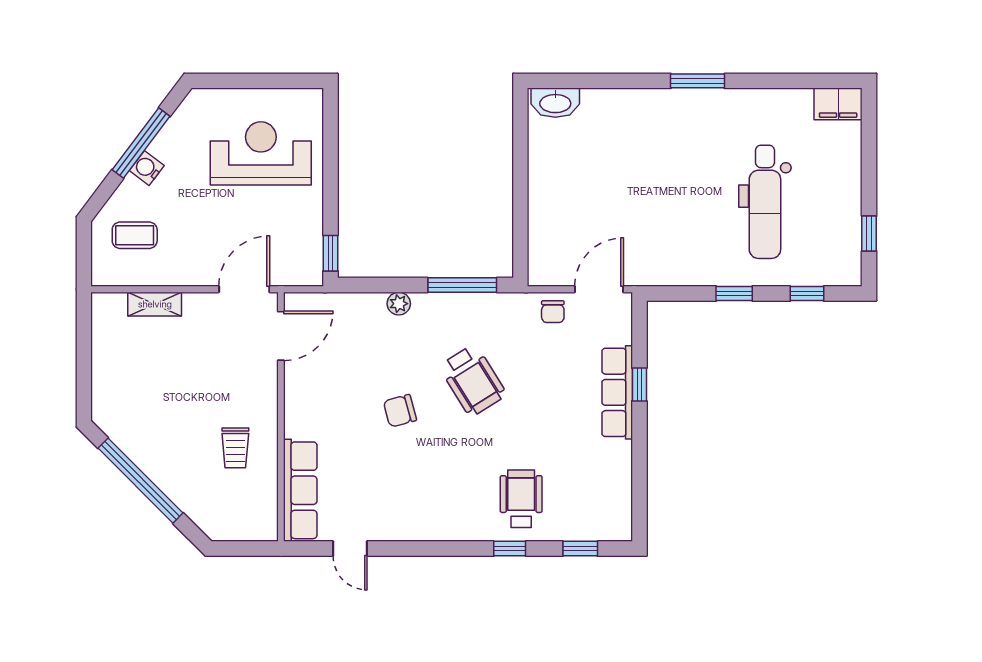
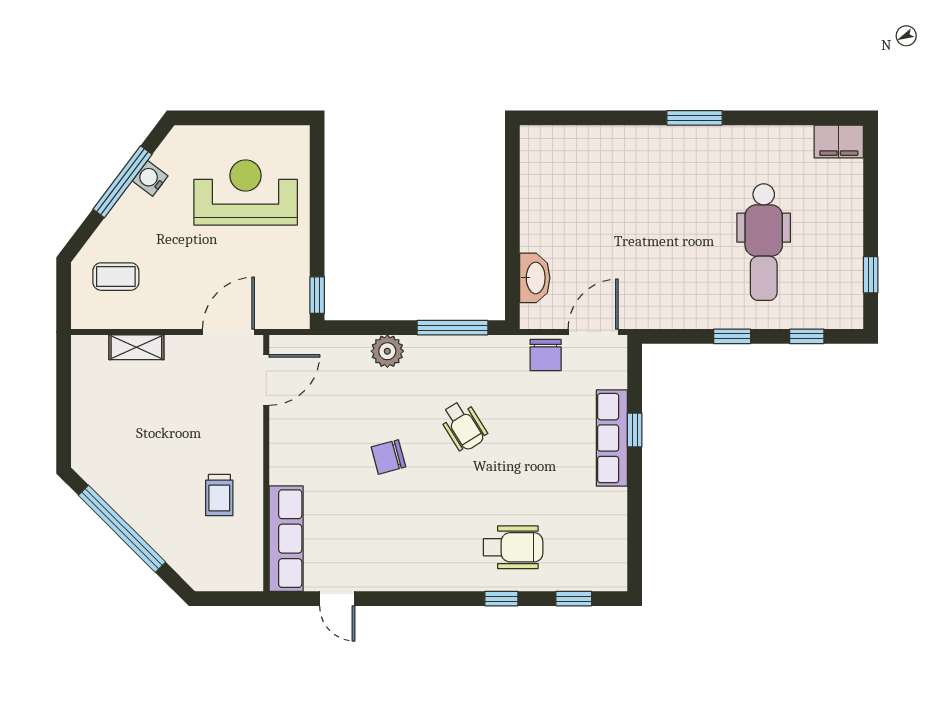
washbasin: (555, 103) -> (535, 278), moved, turned -90
water cooler: (147, 168) -> (150, 178), moved
plant: (399, 304) -> (387, 351), width x1.38, depth x1.38
chair: (553, 312) -> (546, 355), width x1.37, depth x1.37
wheelchair: (473, 380) -> (463, 426), width x0.73, depth x0.73
wheelchair: (521, 499) -> (513, 547), turned 90

